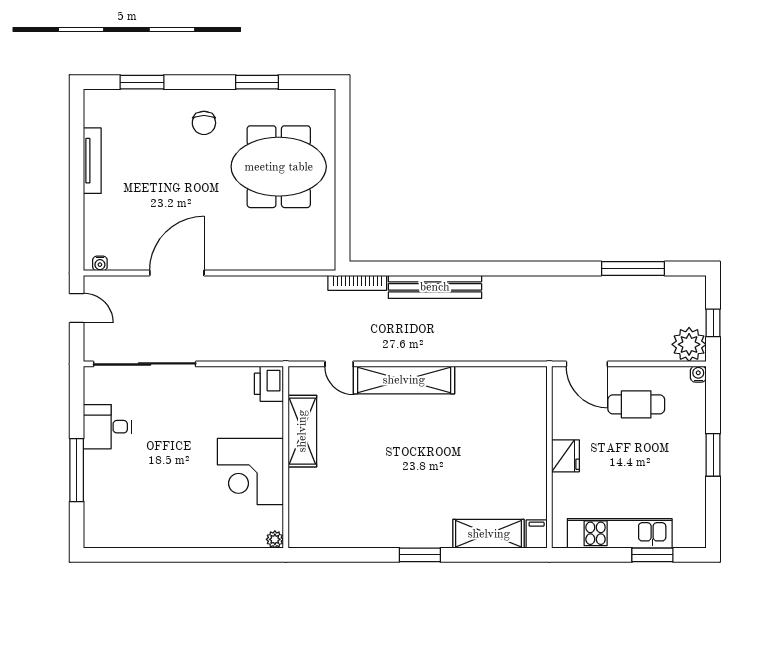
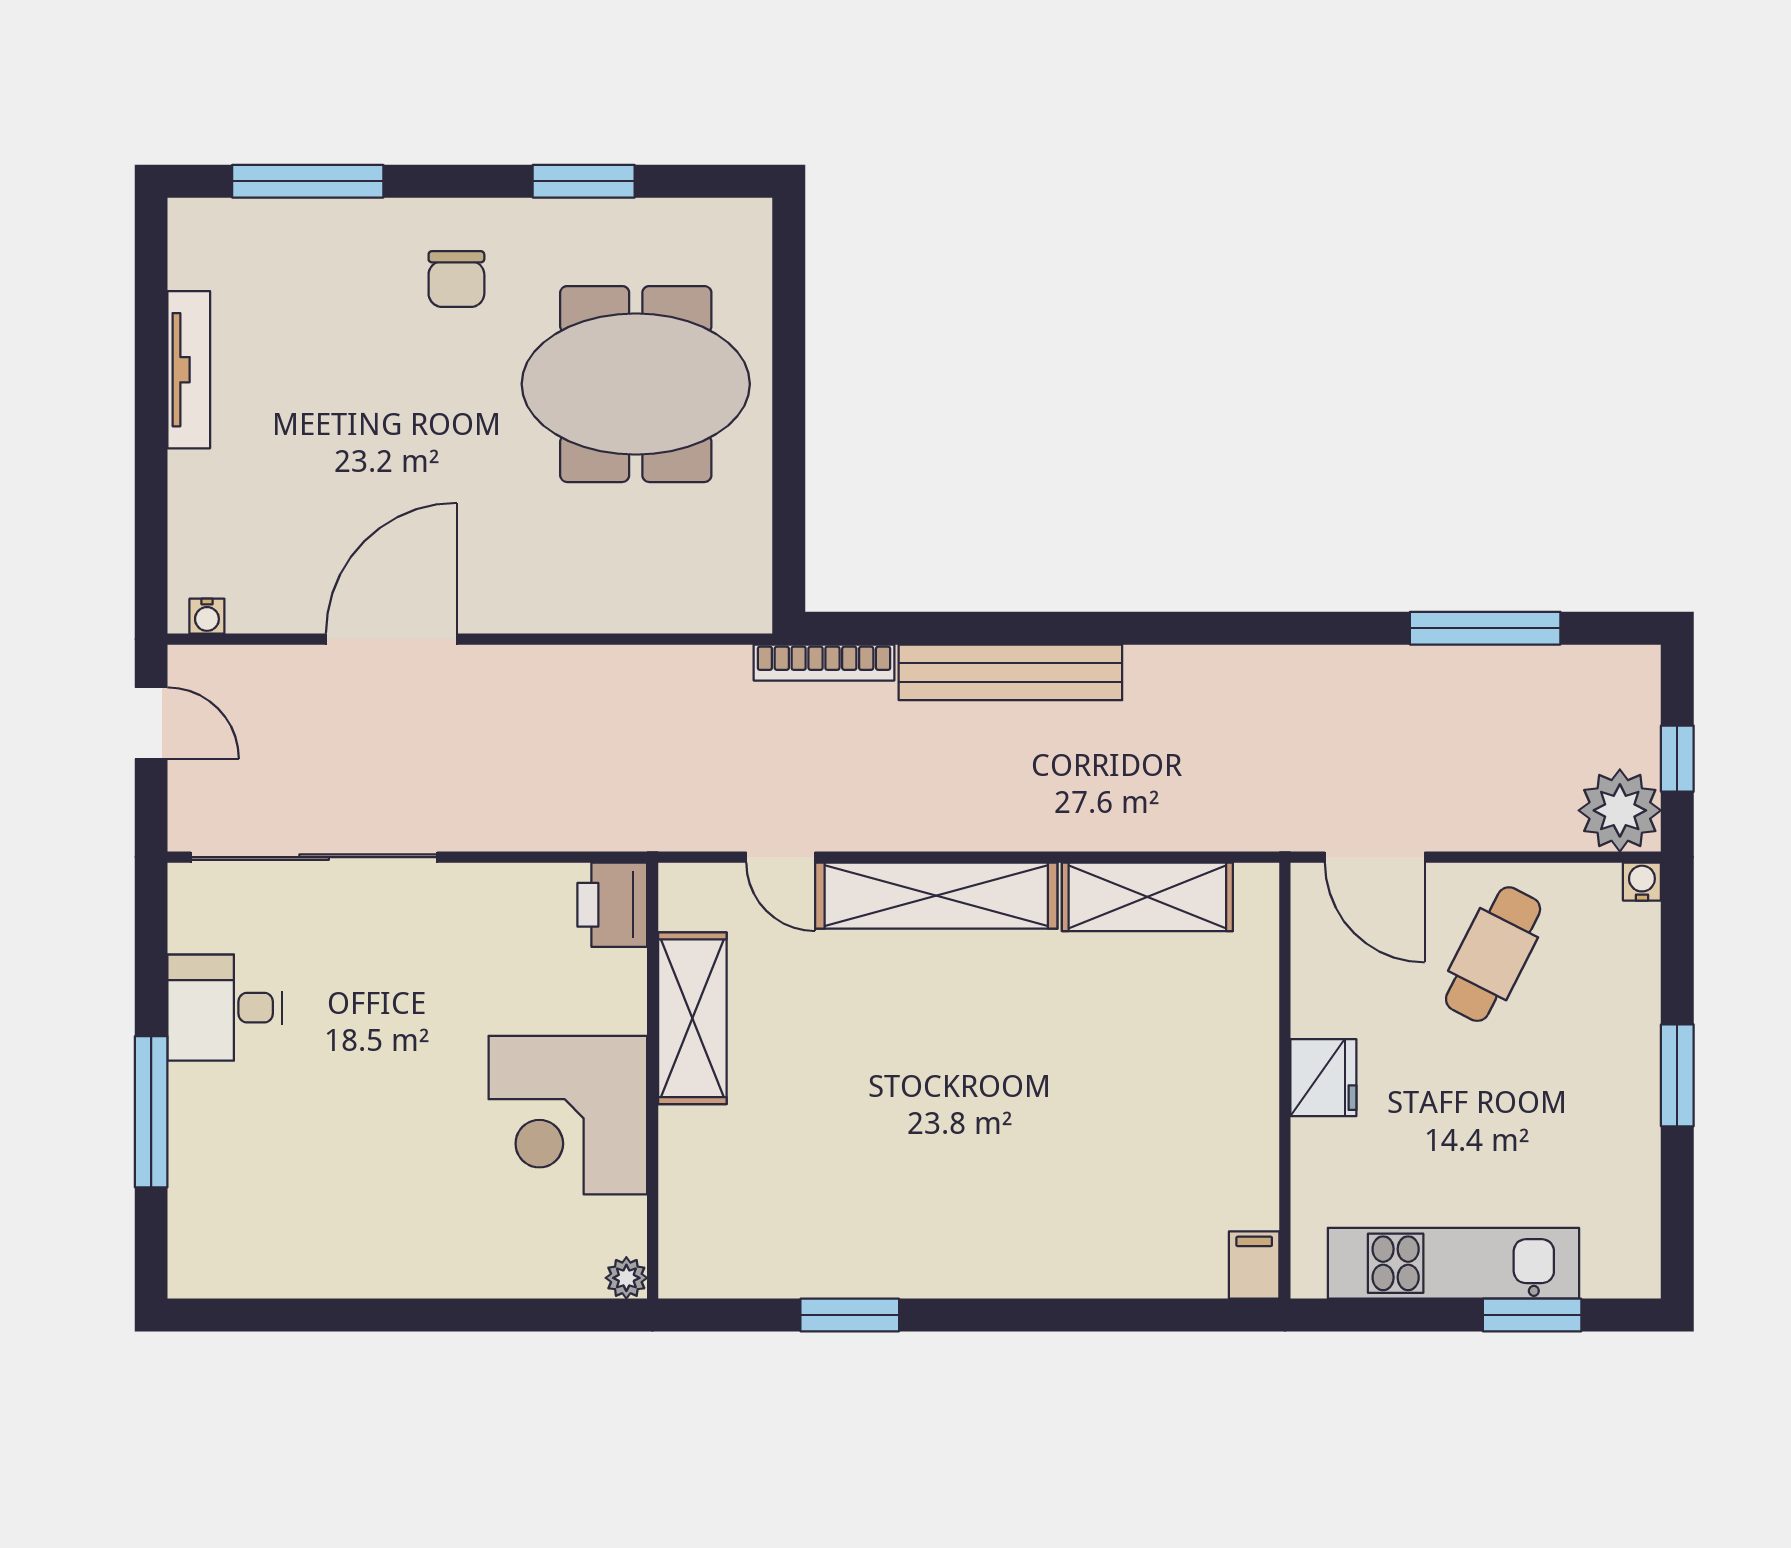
window: (142, 82) -> (308, 181), width x1.44
cafe table: (636, 404) -> (1493, 954), turned -63
shelving: (489, 534) -> (1147, 897), moved
window: (420, 555) -> (850, 1315), moved

